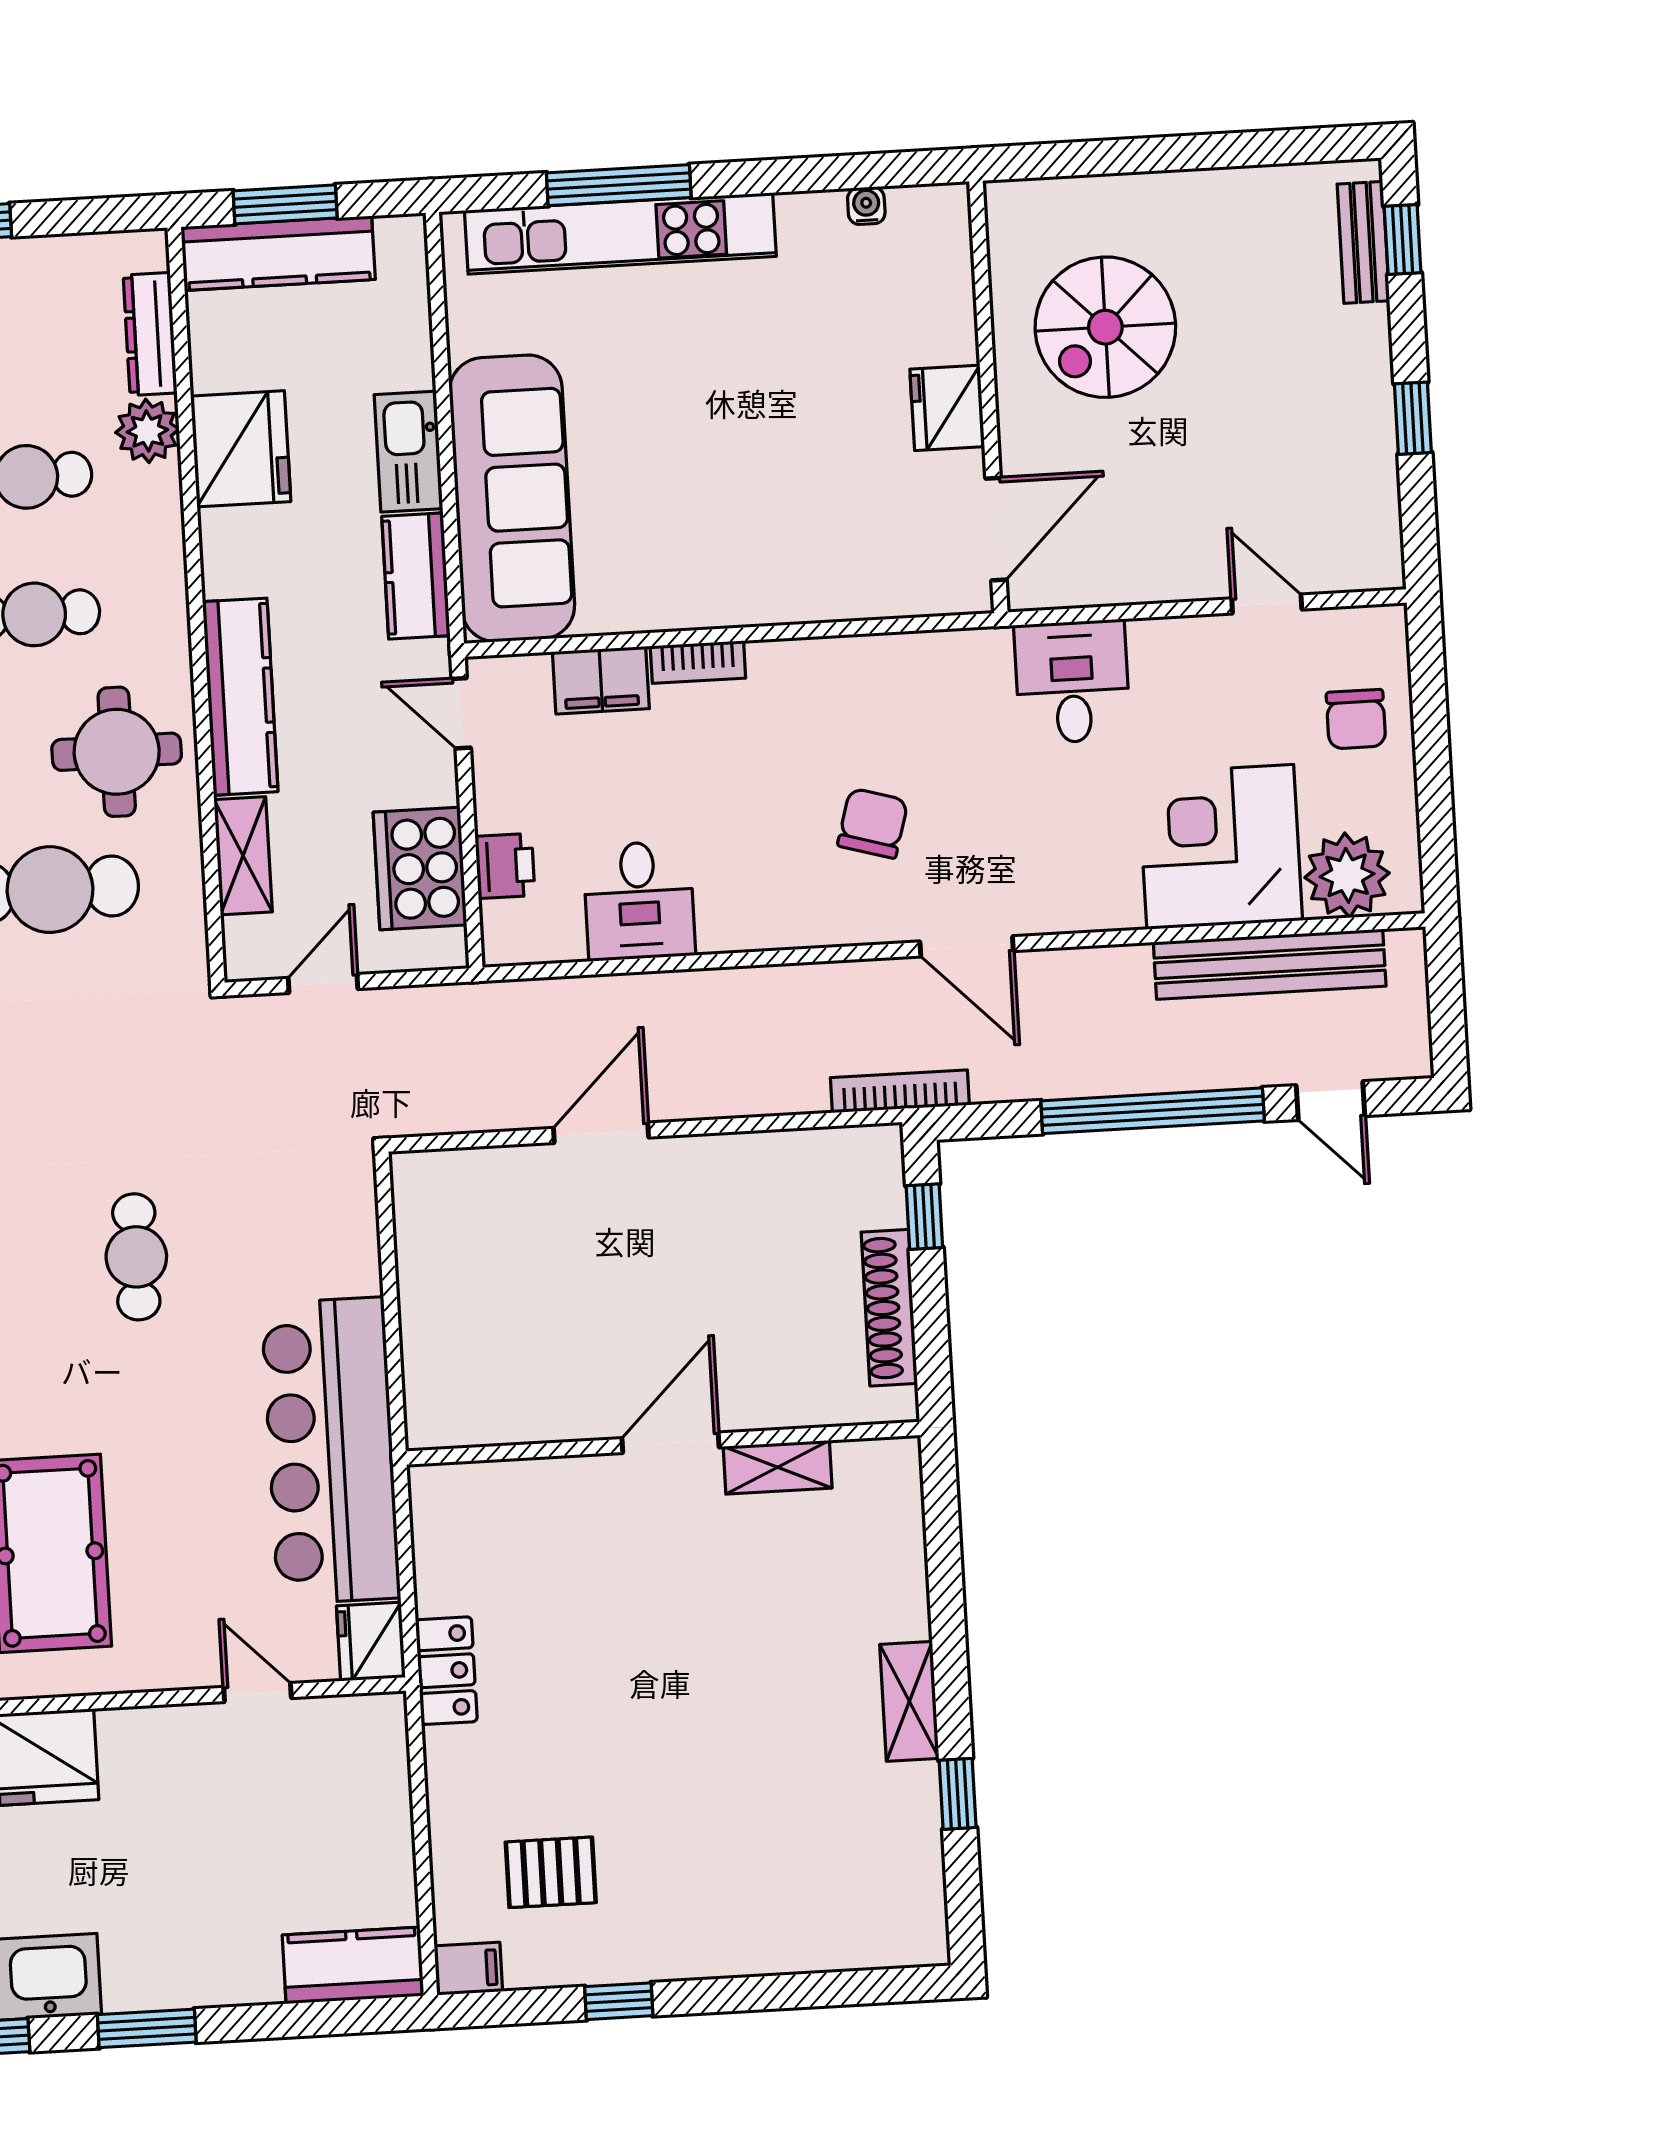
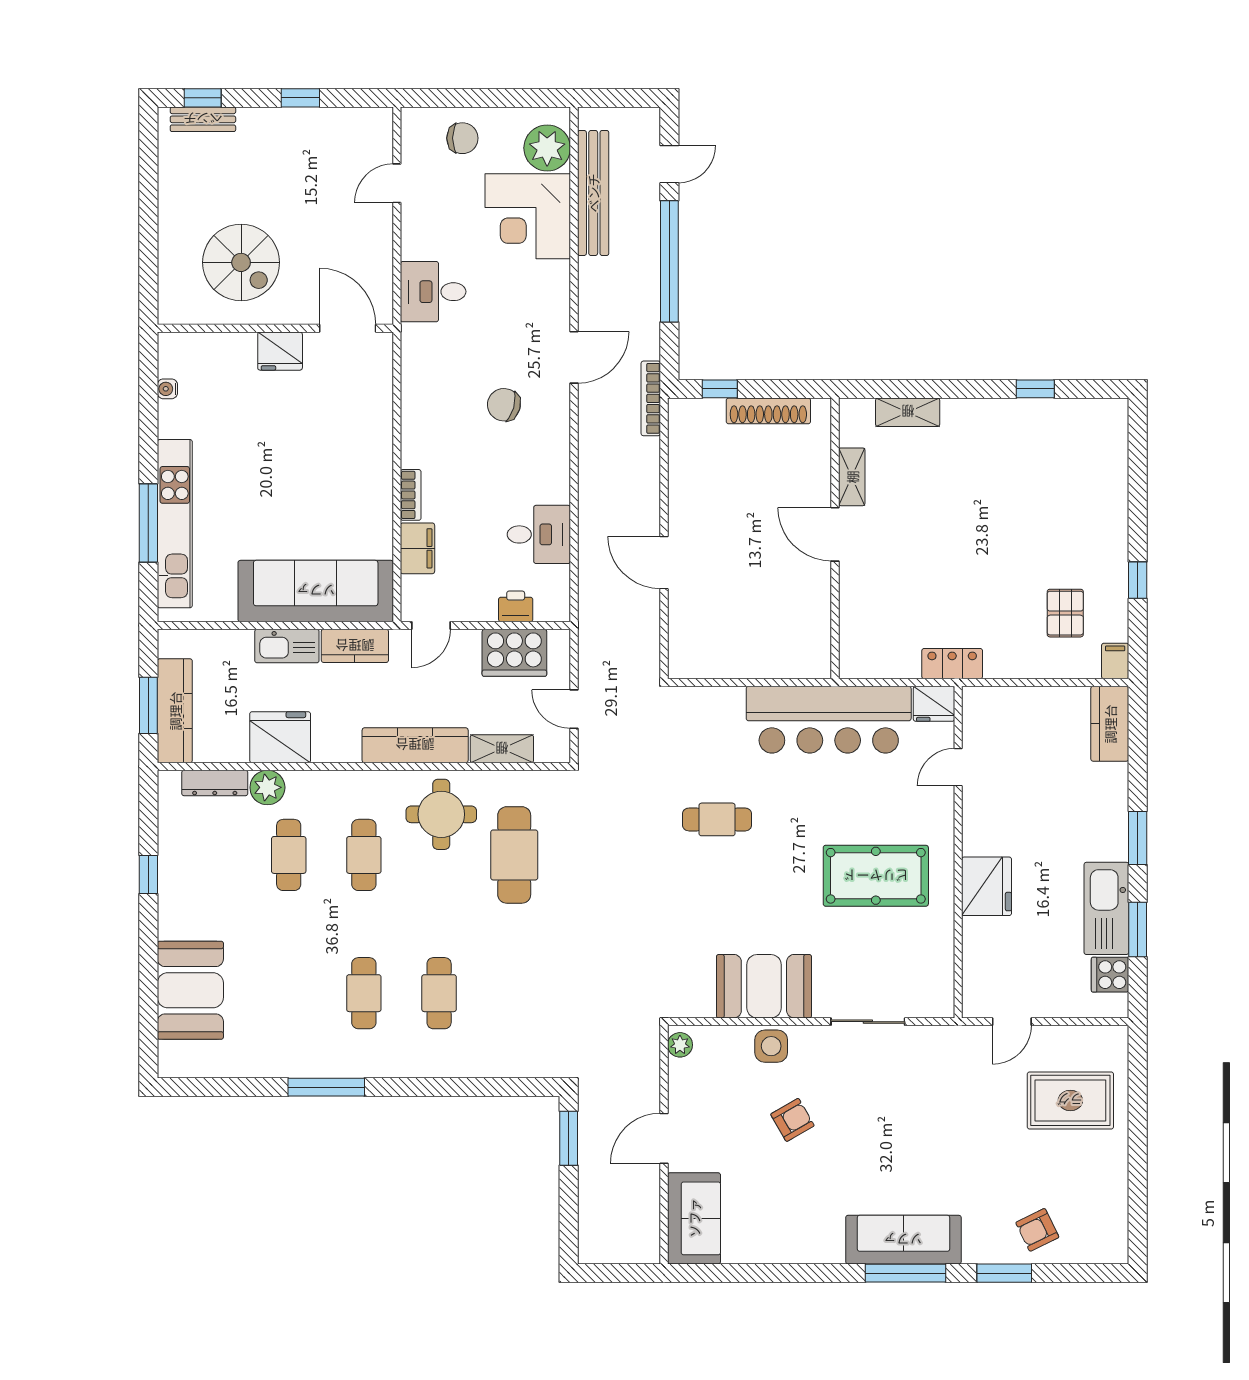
shelving: (909, 1701) -> (908, 412), moved

